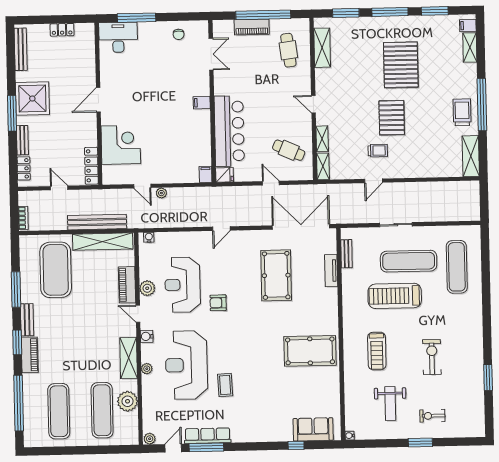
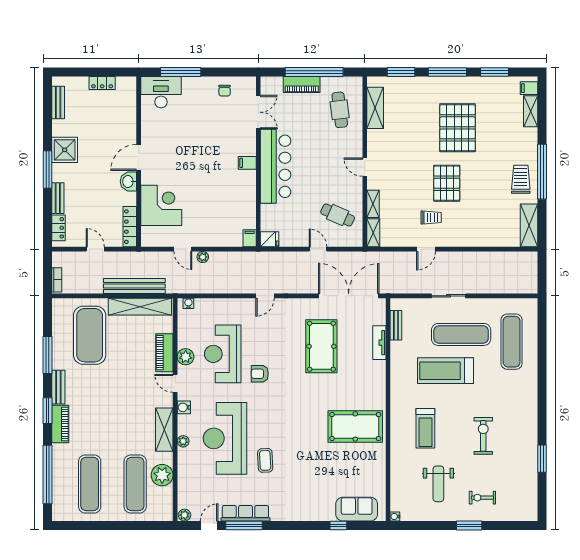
bench: (21, 49) -> (58, 102), width x0.73
shower: (32, 99) -> (65, 150), width x0.73, depth x0.73
washbasin: (89, 123) -> (128, 181), added
bar counter: (229, 131) -> (276, 166), moved

